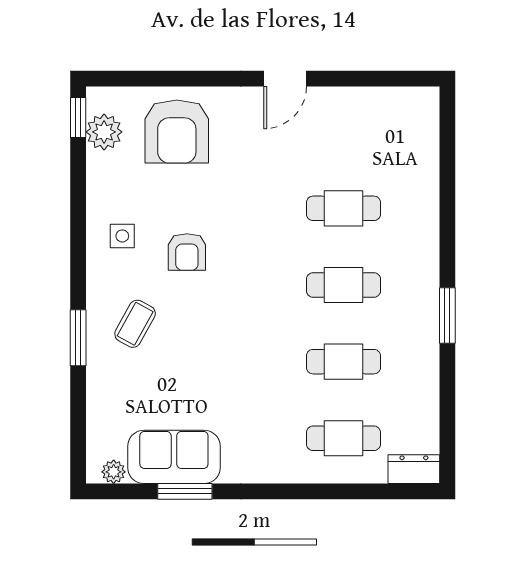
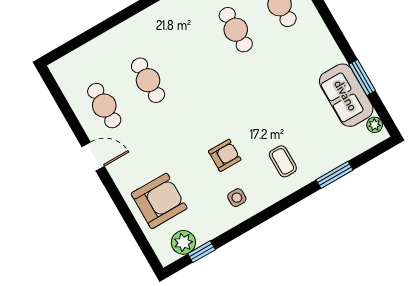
window: (78, 118) -> (202, 252), moved
cafe table: (343, 285) -> (104, 106), moved
coffee table: (135, 324) -> (283, 161), turned 61
window: (78, 338) -> (335, 175), moved

